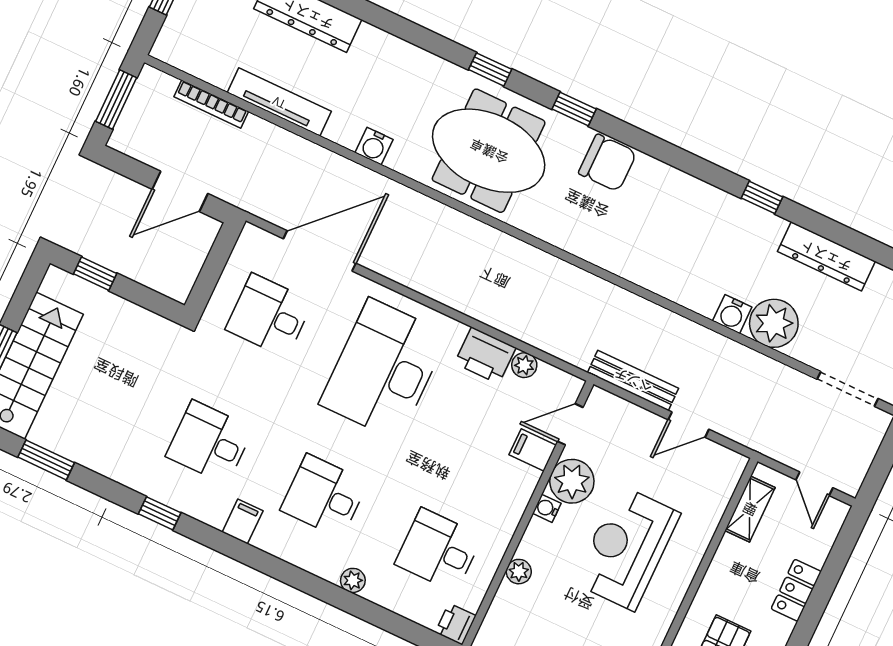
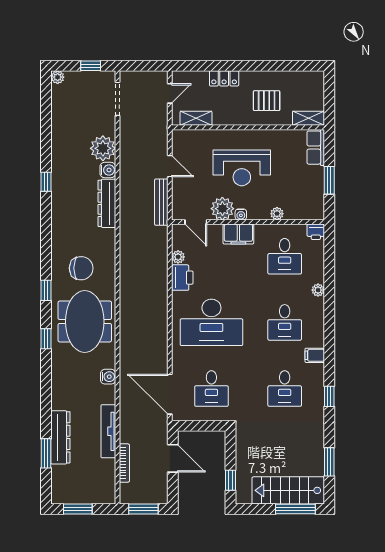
chair: (608, 163) -> (81, 268), moved, turned 90
door: (320, 251) -> (170, 394), moved
dresser: (826, 256) -> (107, 203), moved, turned 180
filing cabinet: (533, 450) -> (238, 234), moved, width x2.00

